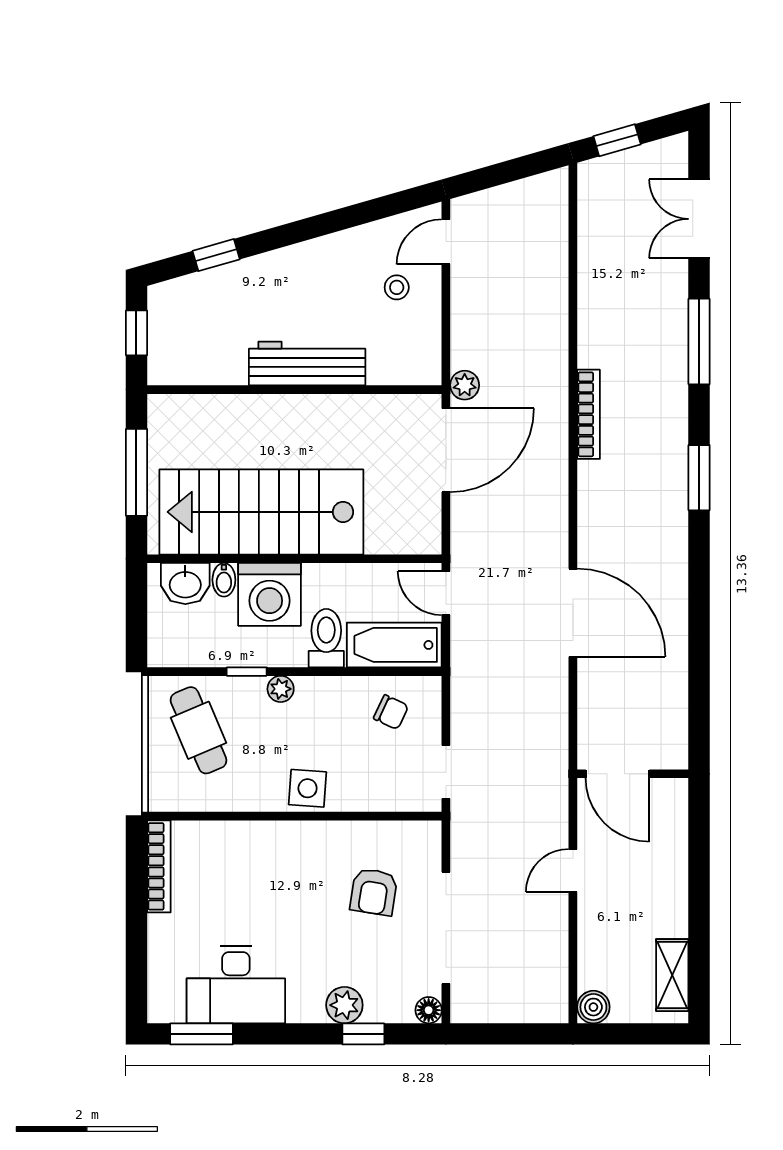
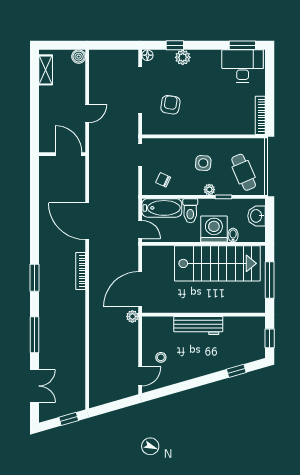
bookcase: (589, 414) -> (81, 271), moved
washbasin: (185, 584) -> (257, 216), moved, turned -90
side table: (308, 788) -> (203, 163), moved
desk: (236, 985) -> (243, 66), moved

